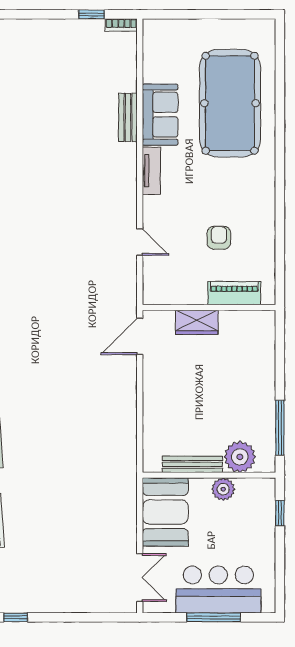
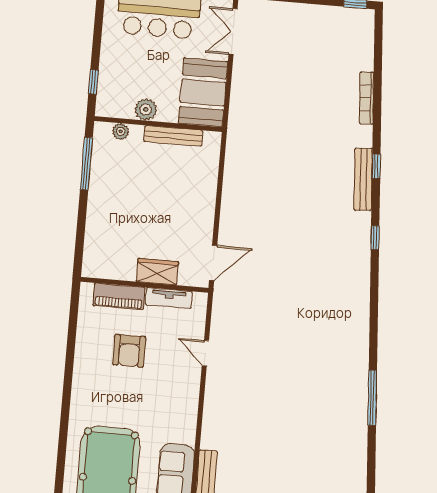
tv unit: (151, 171) -> (169, 298), moved, turned -90
armchair: (219, 238) -> (129, 351), width x1.38, depth x1.38
plant: (240, 457) -> (121, 131), width x0.53, depth x0.53

